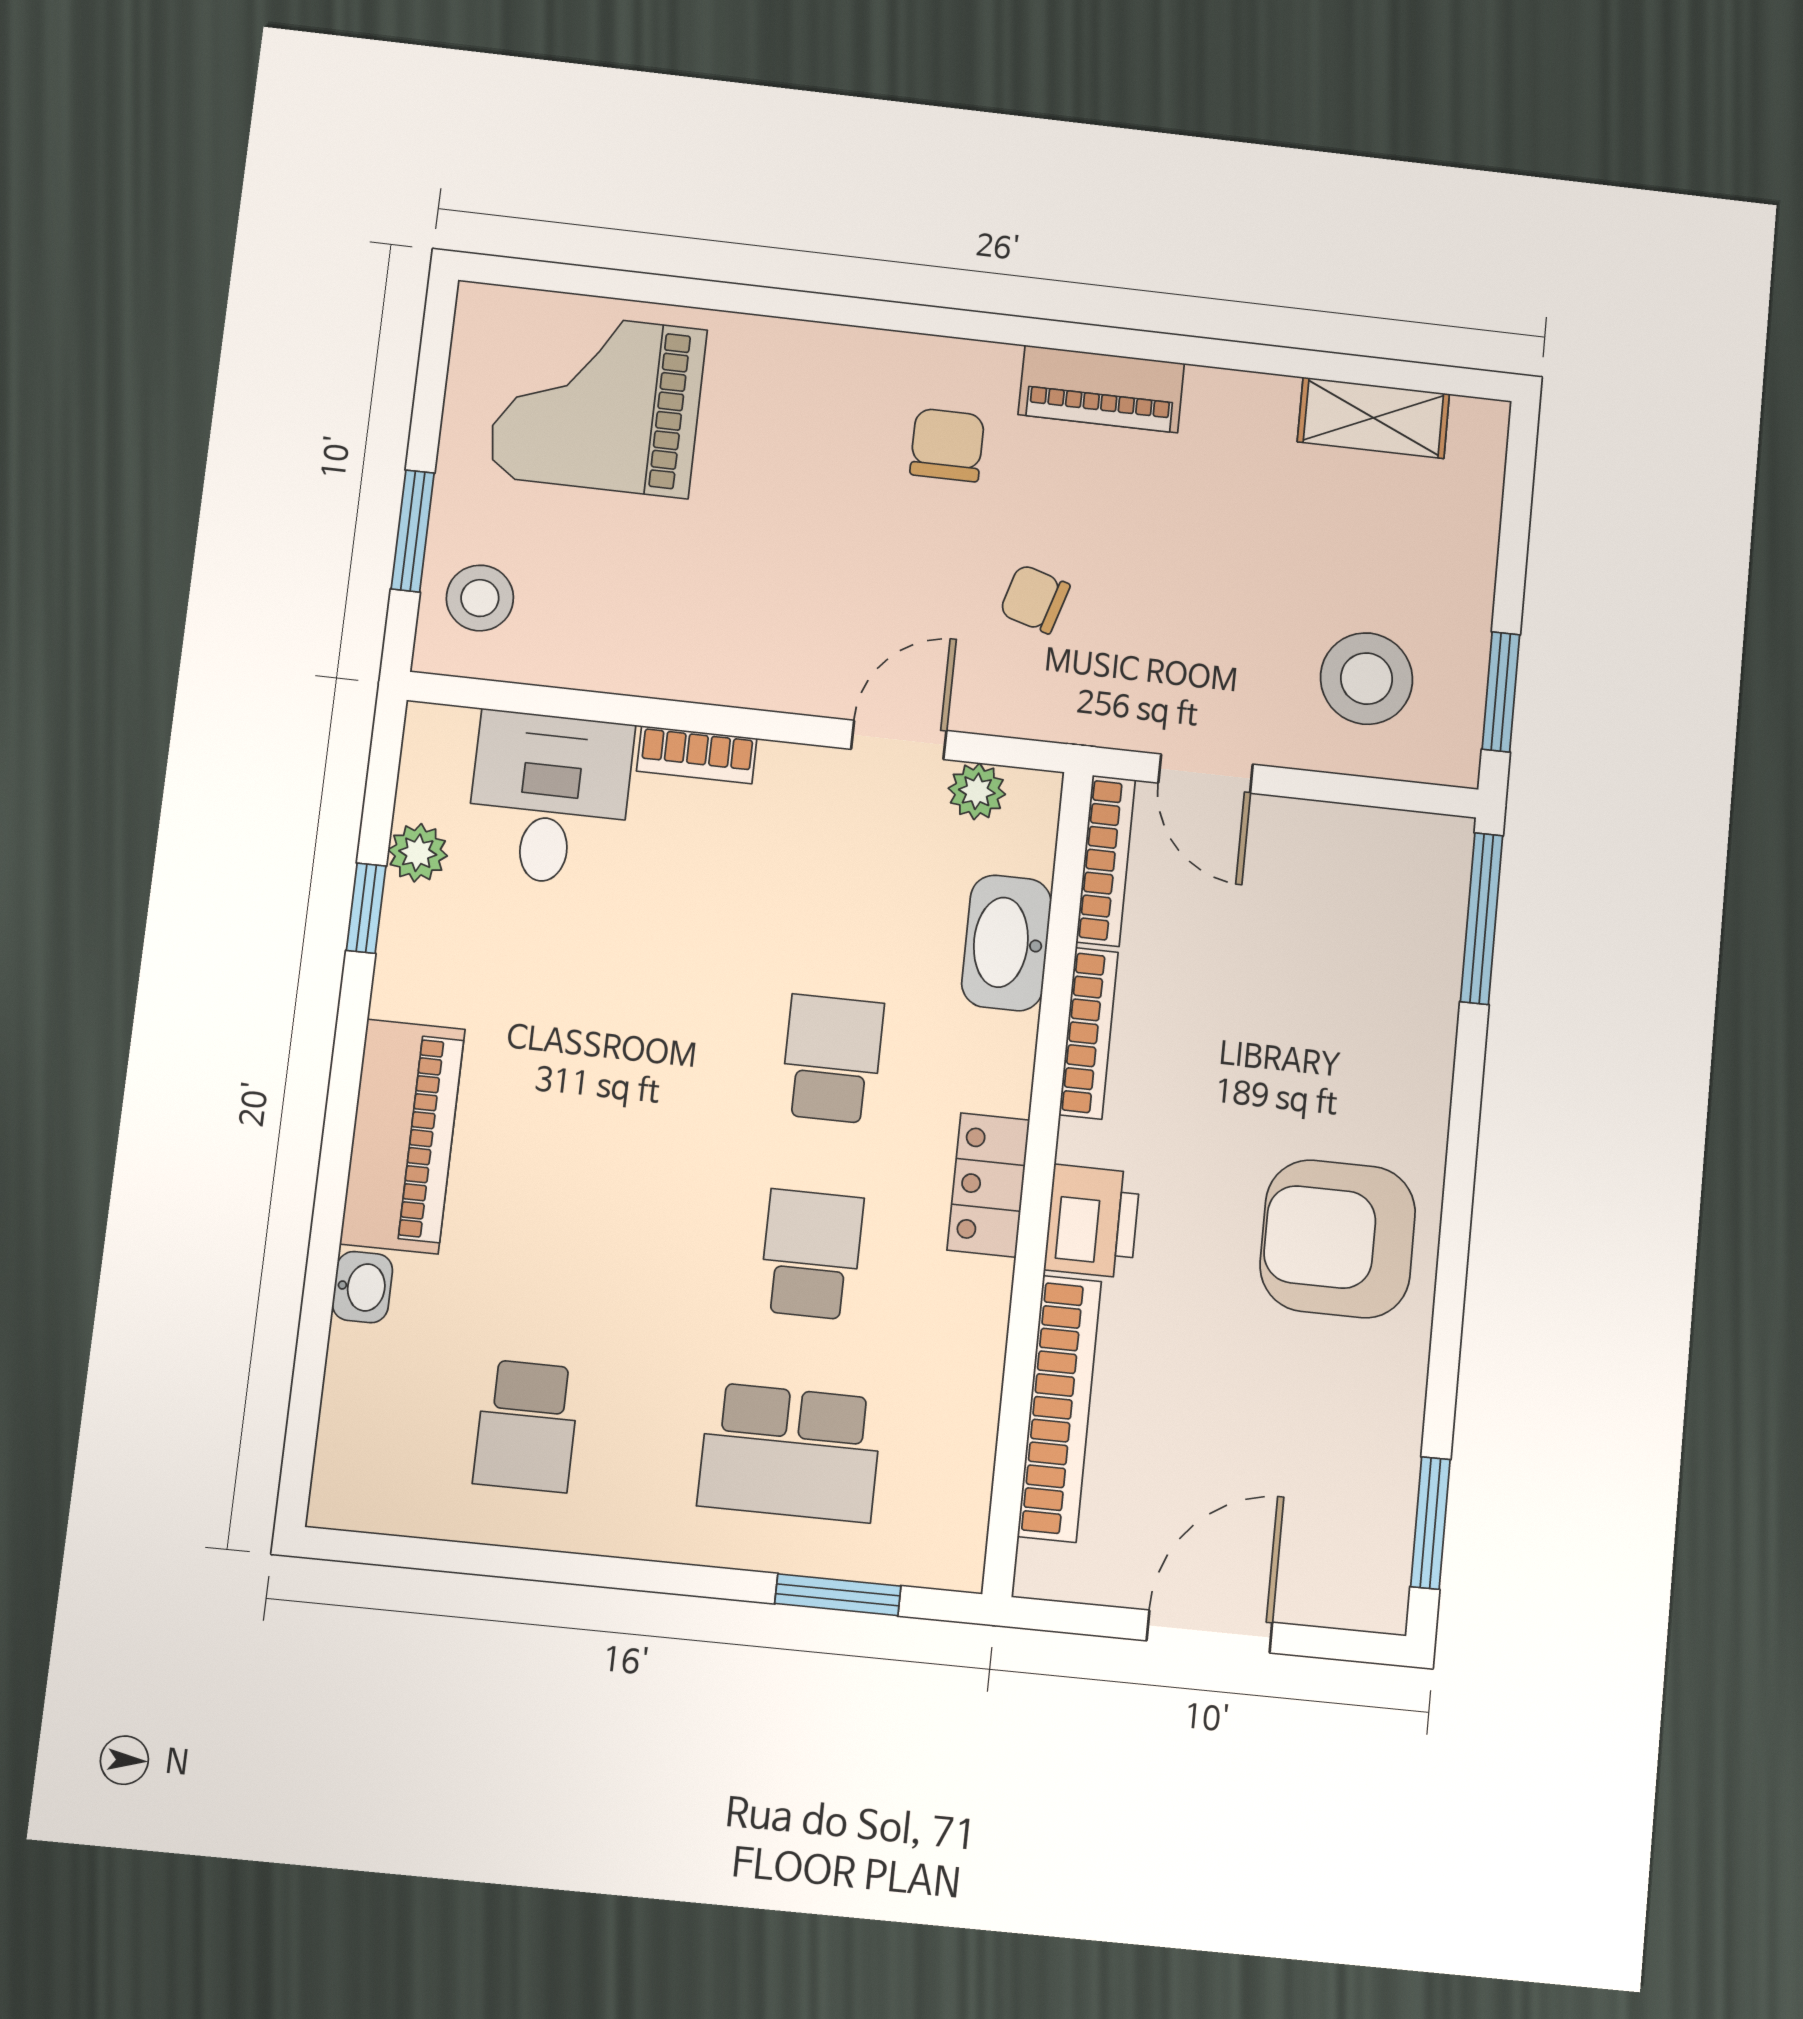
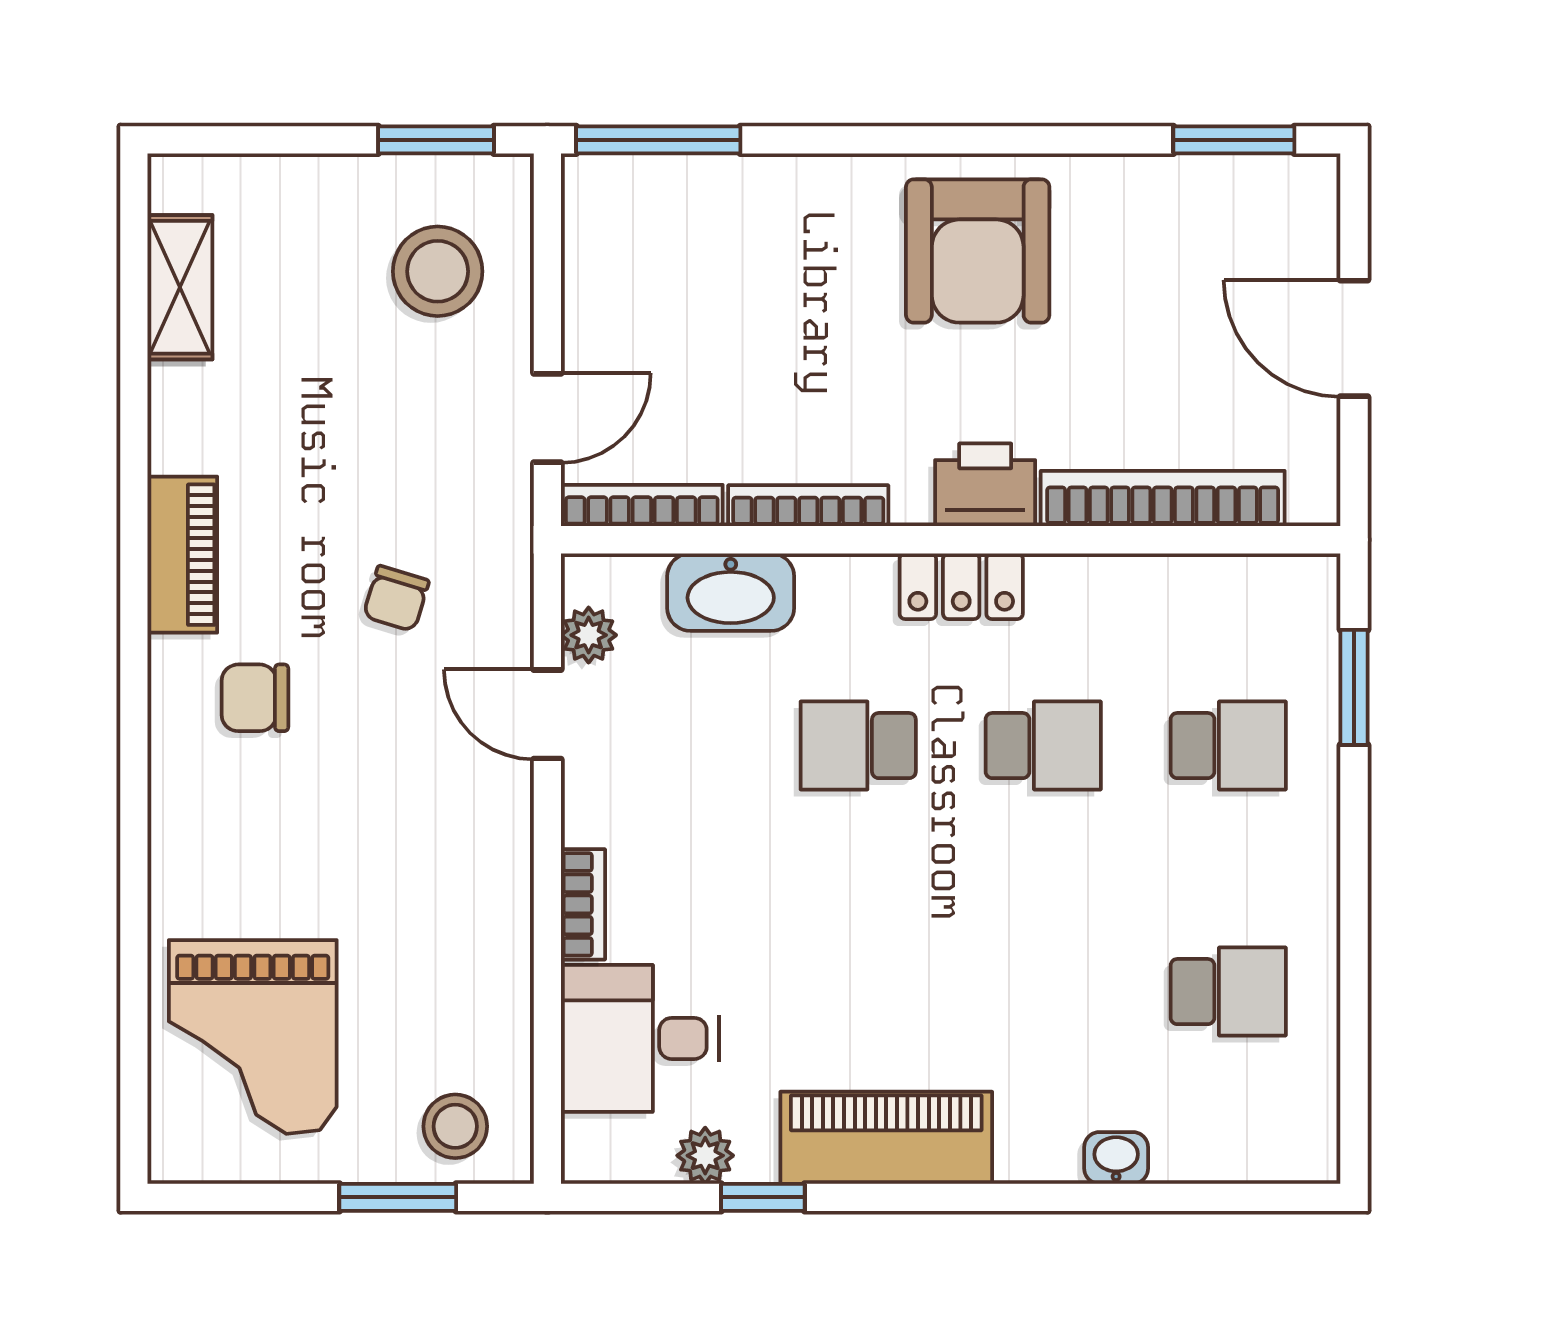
piano: (403, 1136) -> (886, 1138), moved
school desk: (811, 1254) -> (1043, 746), turned 180
school desk: (790, 1452) -> (1228, 746), width x0.54

